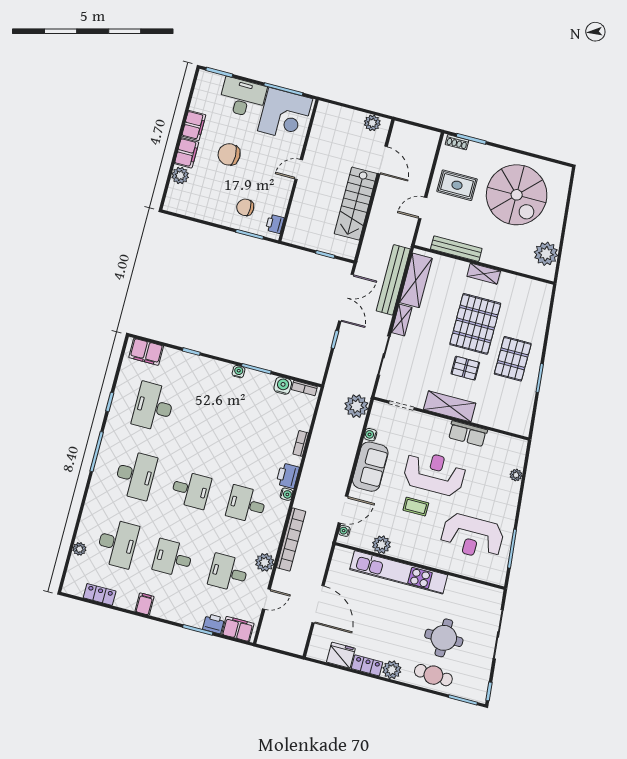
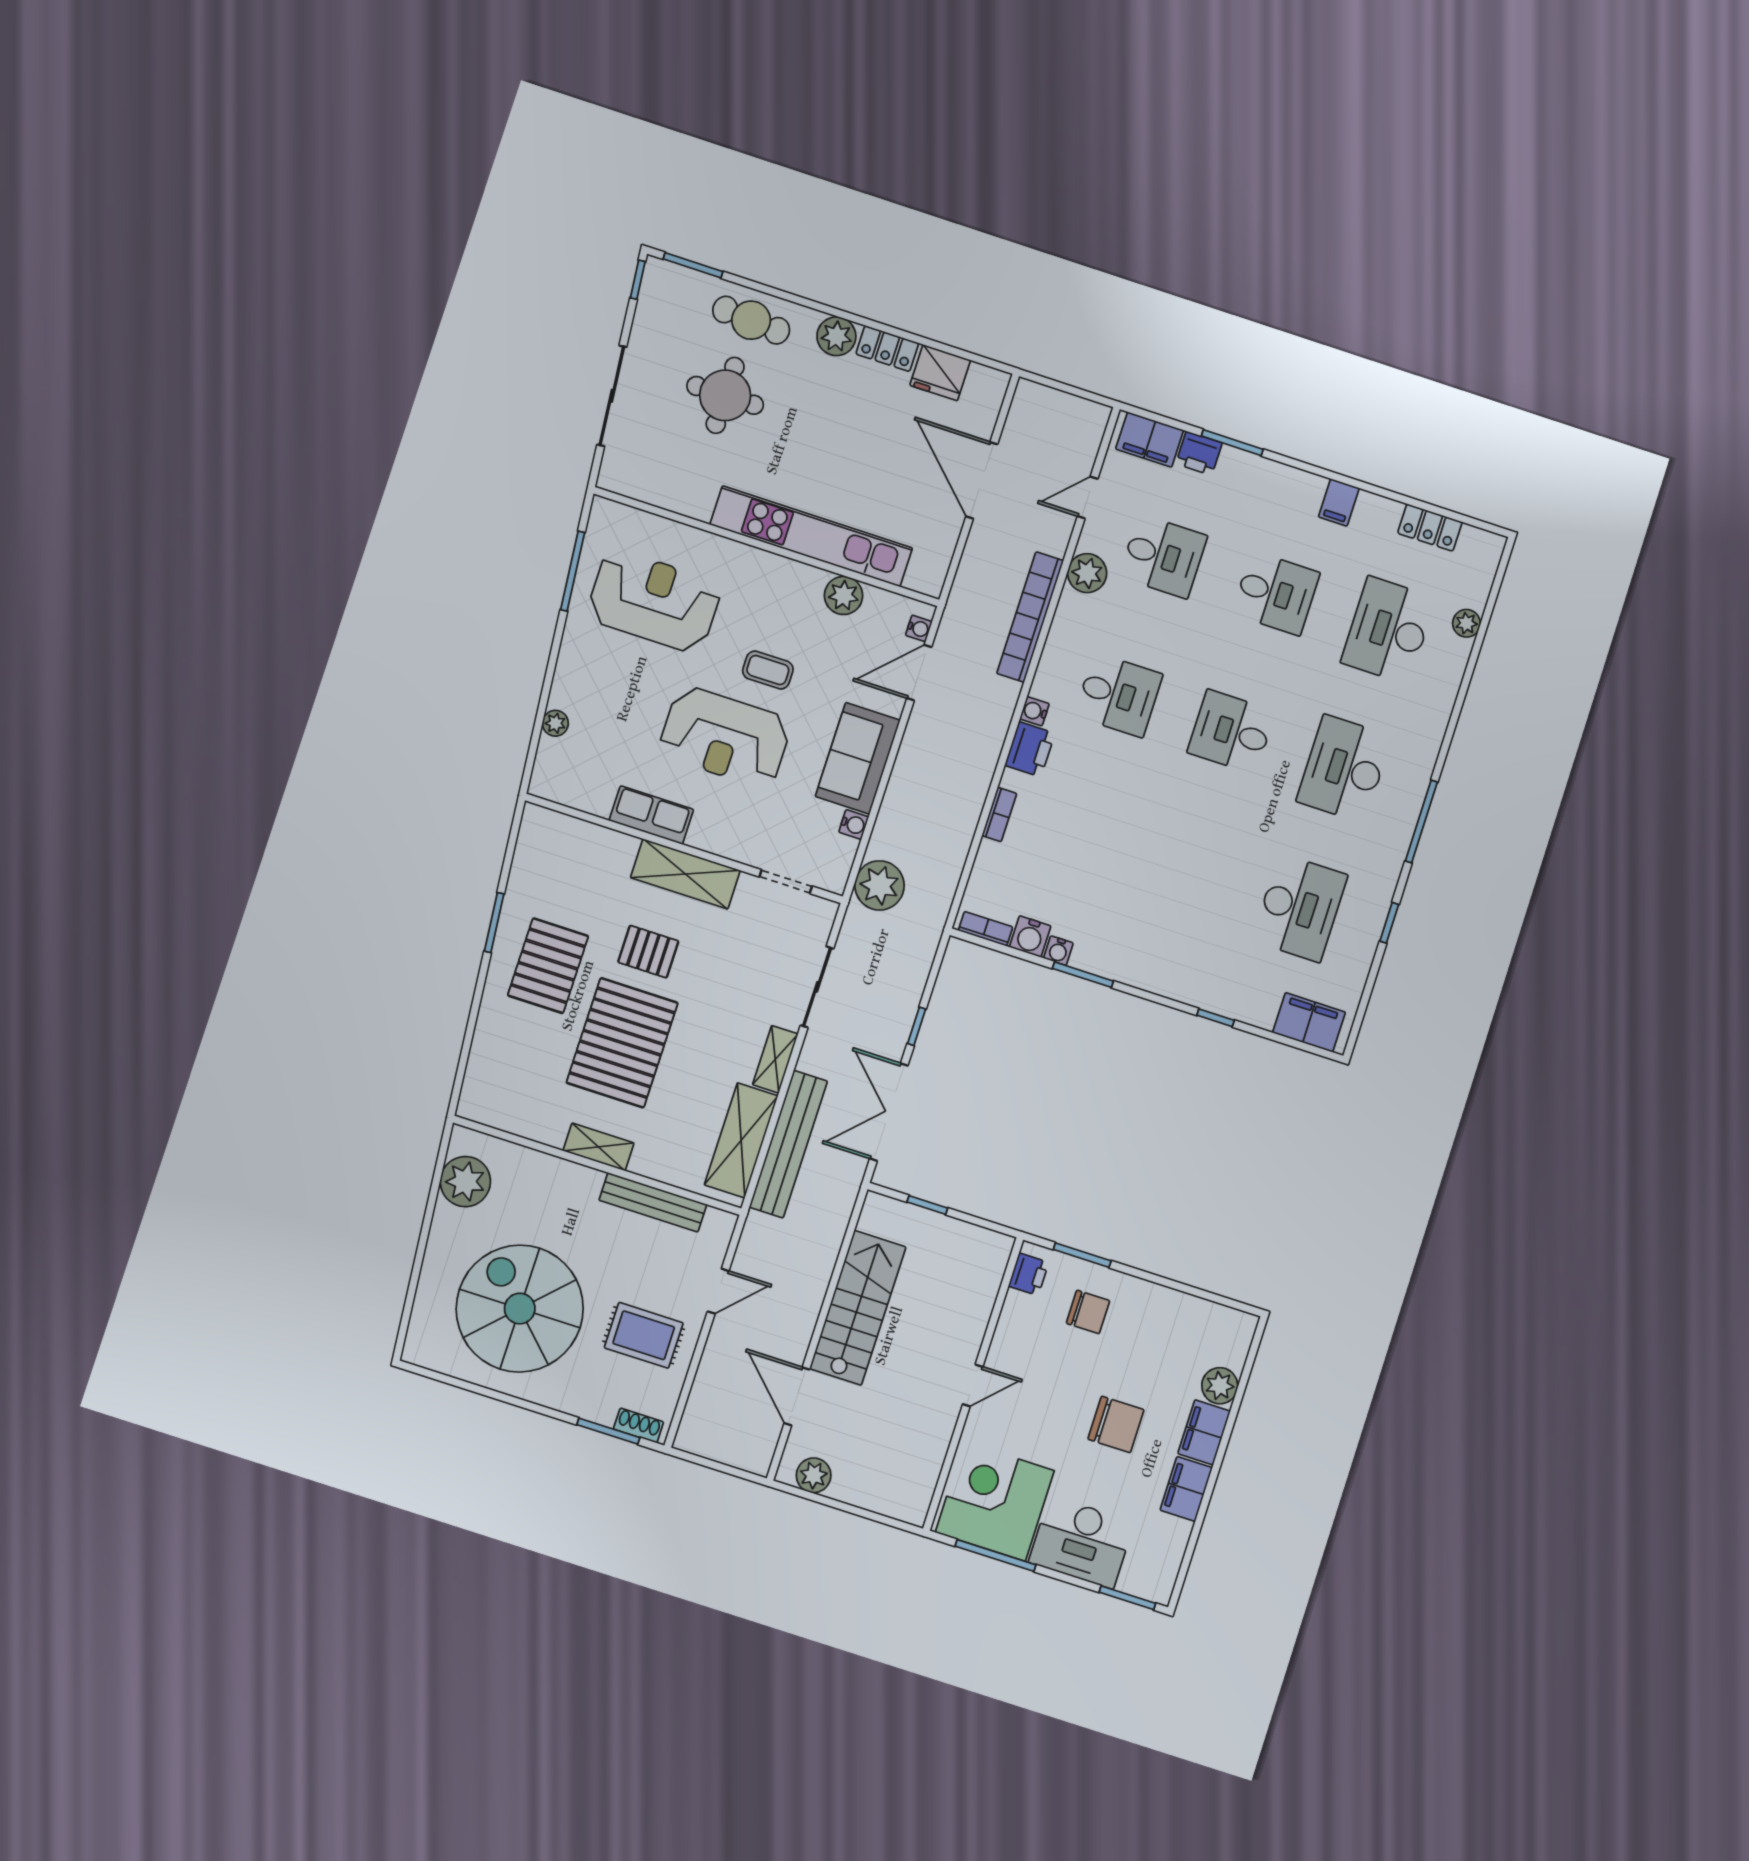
water cooler: (238, 372) -> (1058, 951), moved

